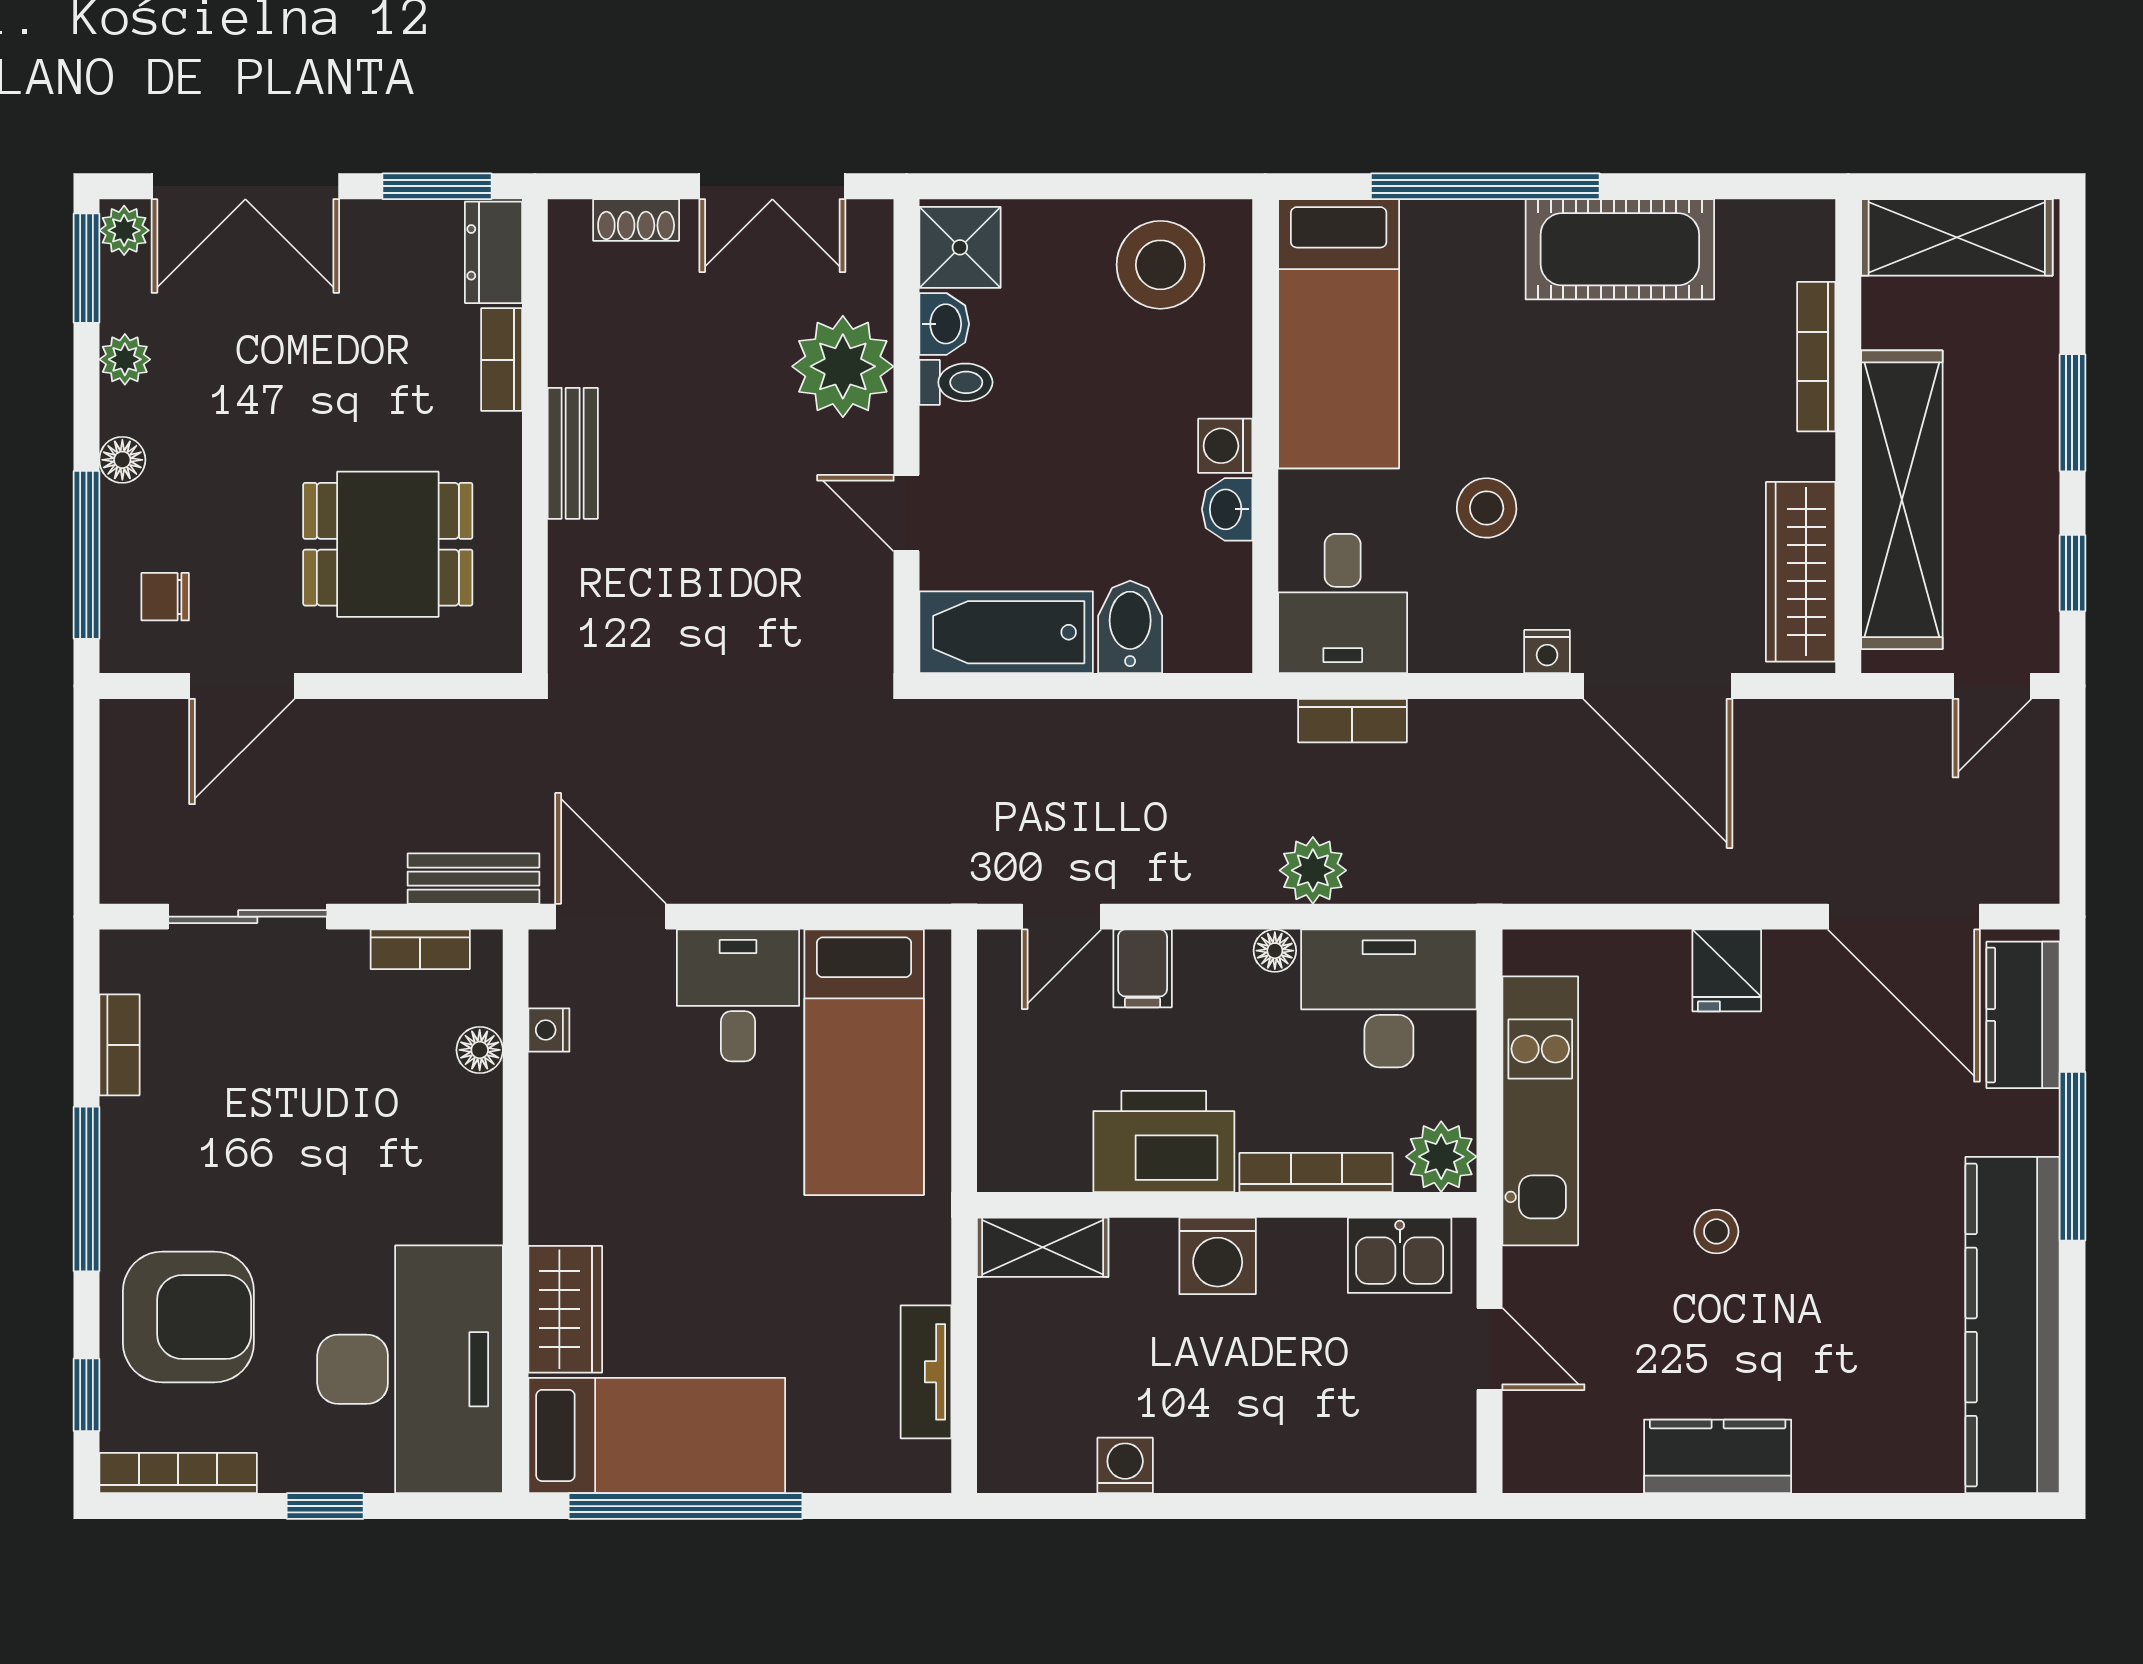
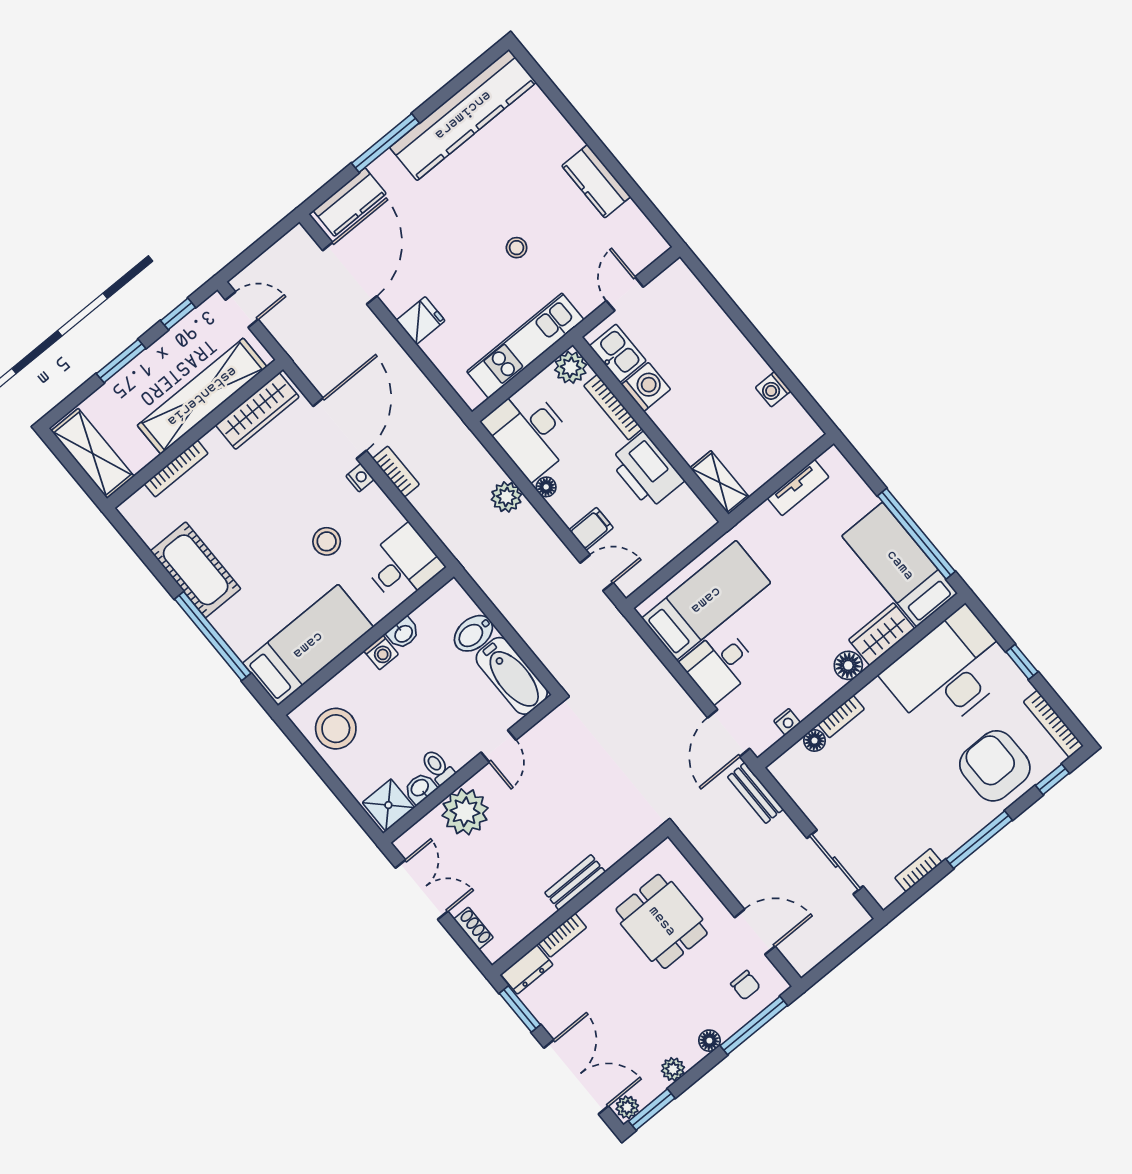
bookcase: (1352, 721) -> (396, 471), moved
bookcase: (420, 949) -> (841, 717), moved, turned 90
floor lamp: (559, 1210) -> (848, 665), added
washing machine: (1218, 1256) -> (646, 387), moved

